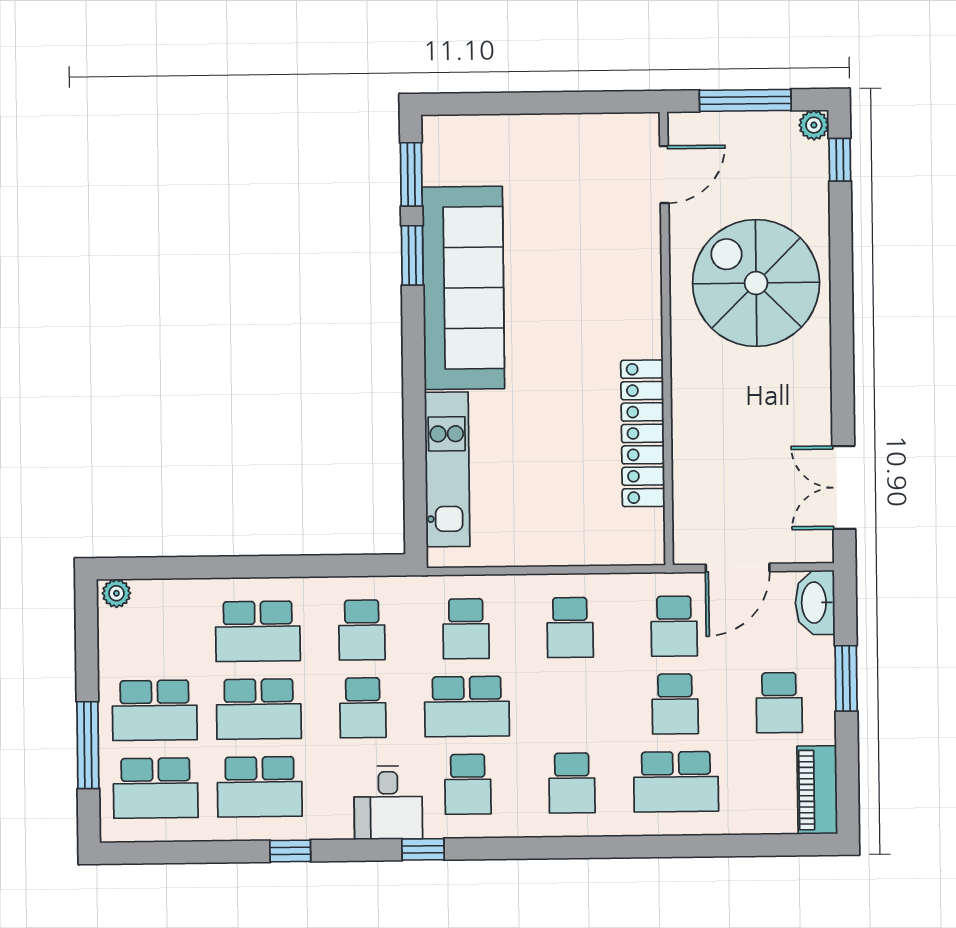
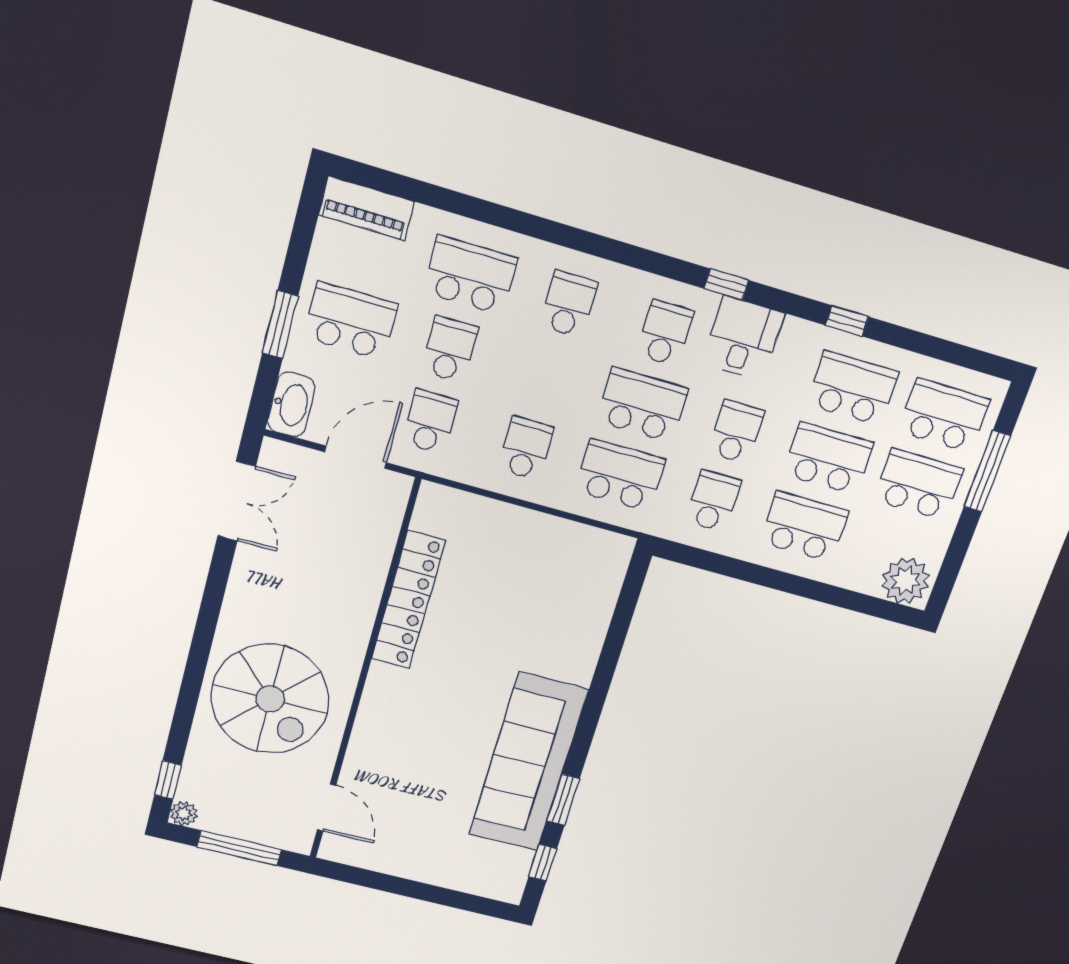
window: (411, 174) -> (543, 863), width x0.67
door: (664, 175) -> (327, 808), swing flipped
kitchen unit: (447, 469) -> (591, 618), removed
plant: (116, 593) -> (906, 581), width x1.87, depth x1.87
school desk: (466, 629) -> (620, 475), width x1.85
school desk: (779, 703) -> (351, 321), width x1.85
piano: (817, 790) -> (367, 208), moved, turned 90

